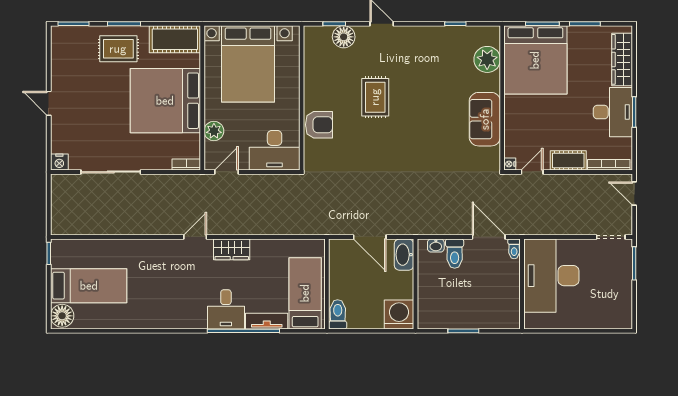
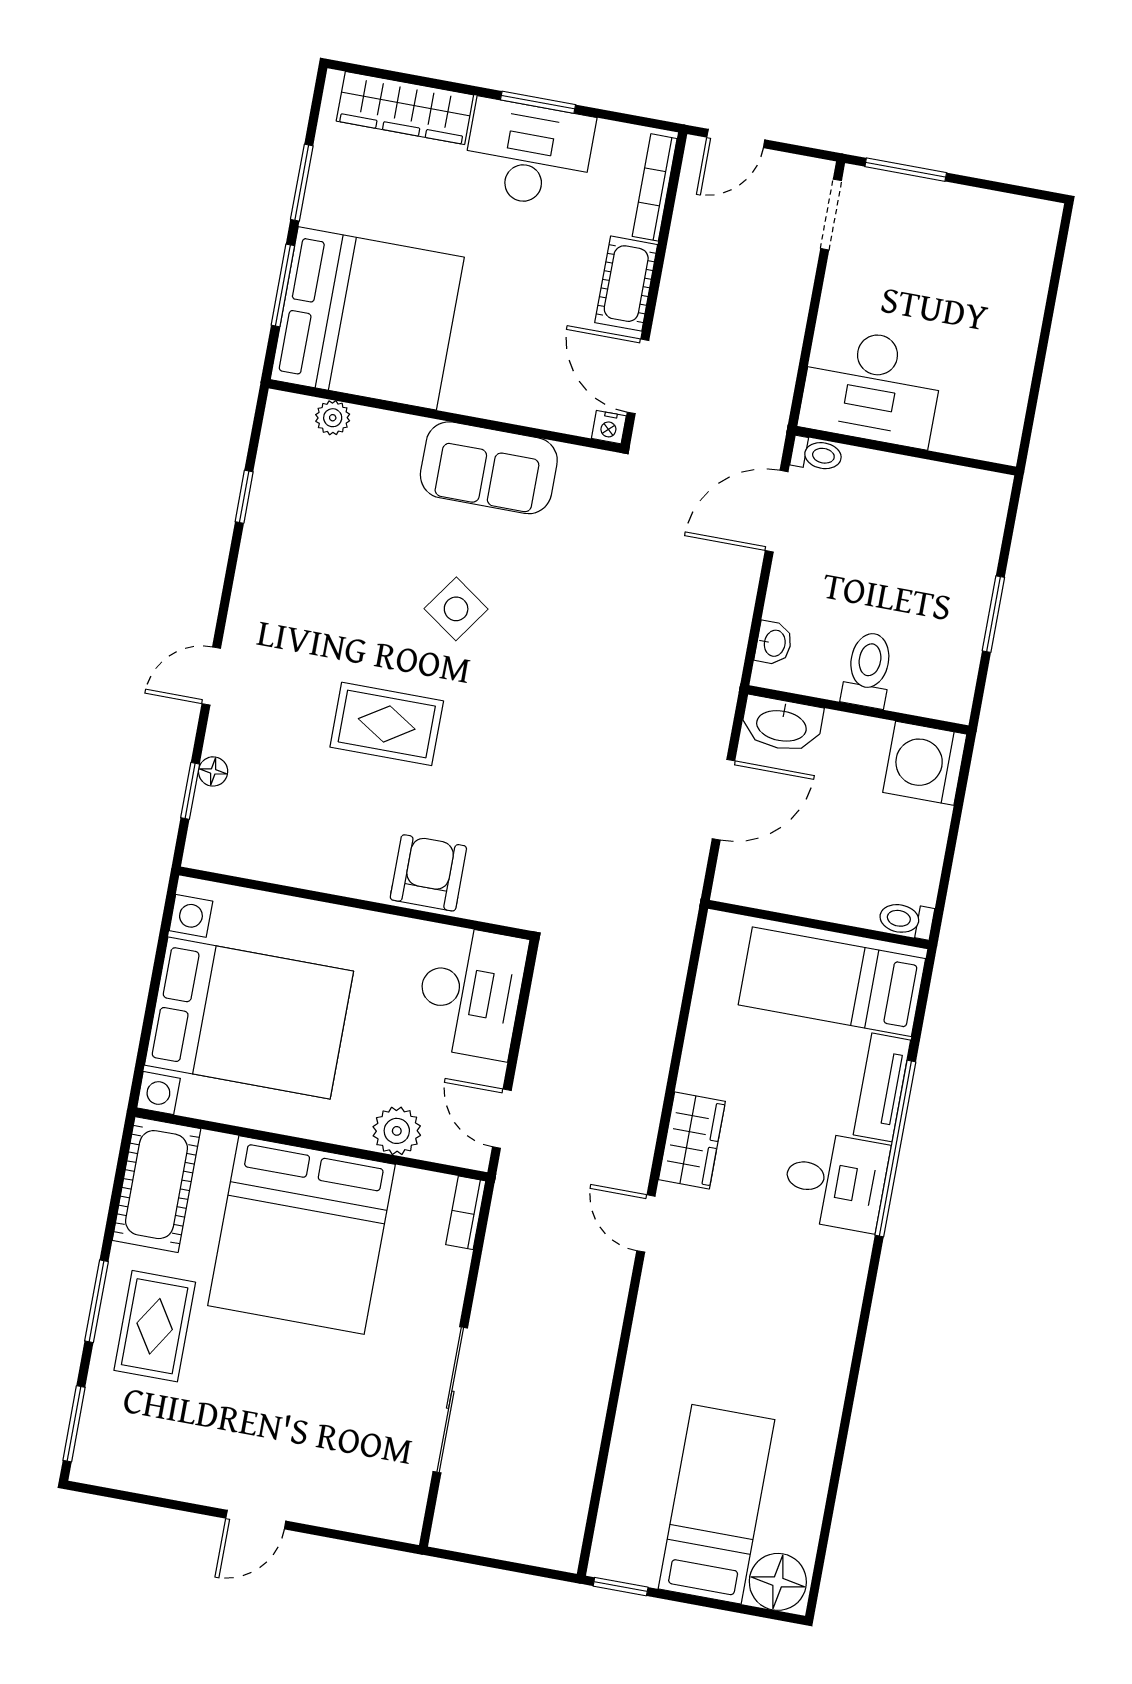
floor lamp: (344, 37) -> (213, 771), width x0.53, depth x0.53
plant: (487, 59) -> (333, 418), width x0.53, depth x0.53
side table: (426, 116) -> (456, 609), added
nightstand: (59, 162) -> (403, 1520), removed
door: (532, 172) -> (638, 376), width x1.38
toilet: (455, 254) -> (868, 670), moved, turned -90
desk: (551, 276) -> (872, 387), width x0.73, depth x0.77
toilet: (338, 314) -> (906, 920), width x0.73, depth x0.72

